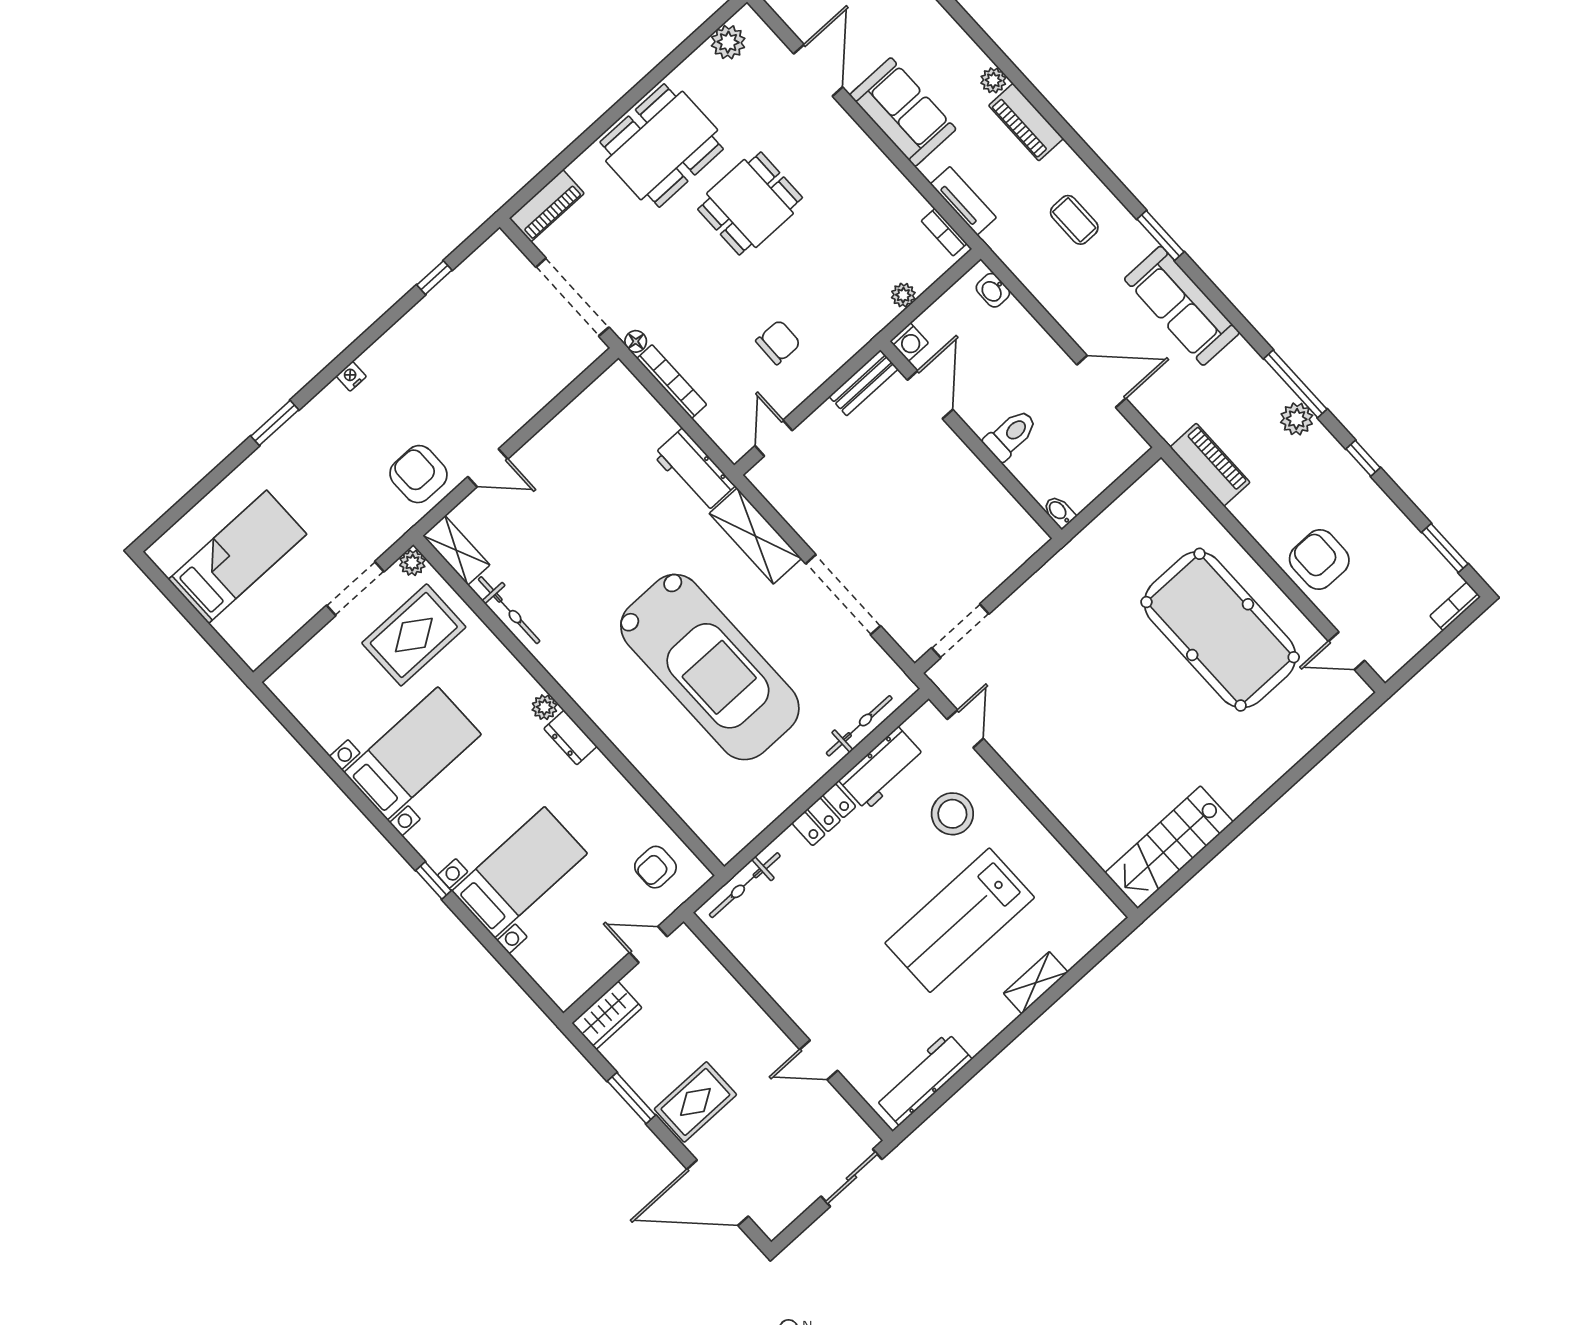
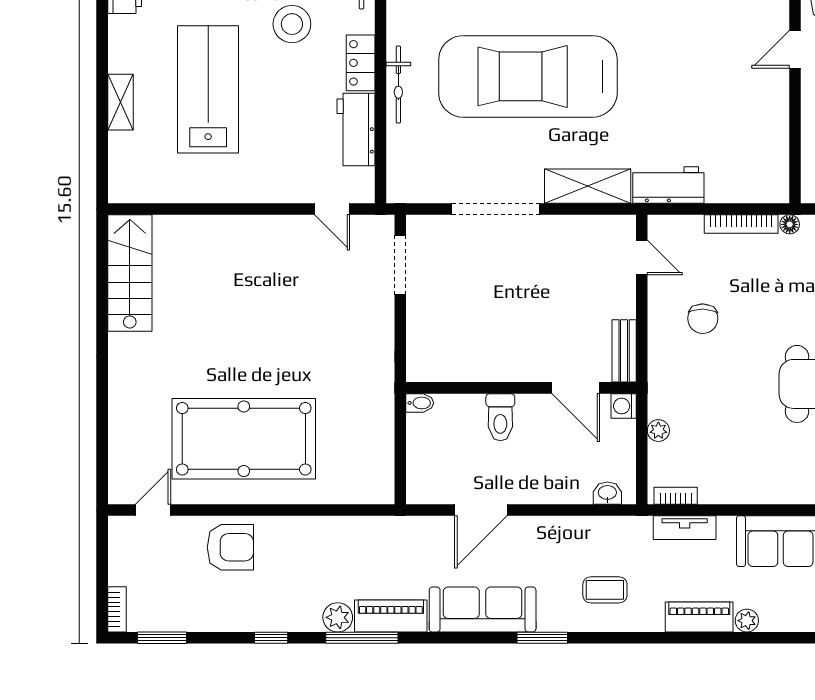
piano: (1210, 465) -> (391, 616), moved, turned 180
bicycle: (859, 726) -> (398, 84), moved
stool: (952, 814) -> (292, 24), moved

